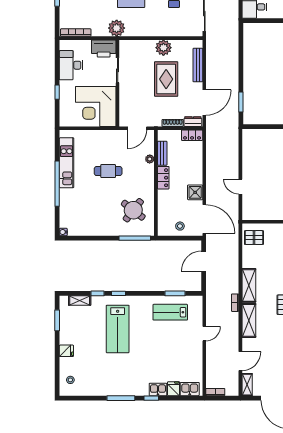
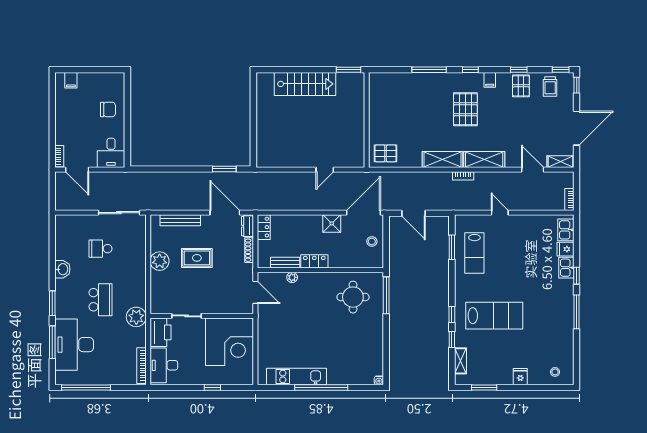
desk: (71, 65) -> (164, 365), moved, turned 90
rug: (166, 79) -> (197, 258), width x0.73, depth x0.70
cafe table: (108, 171) -> (306, 327), removed
round table: (133, 210) -> (353, 297), turned -38
pallet: (254, 238) -> (386, 153), turned 90

